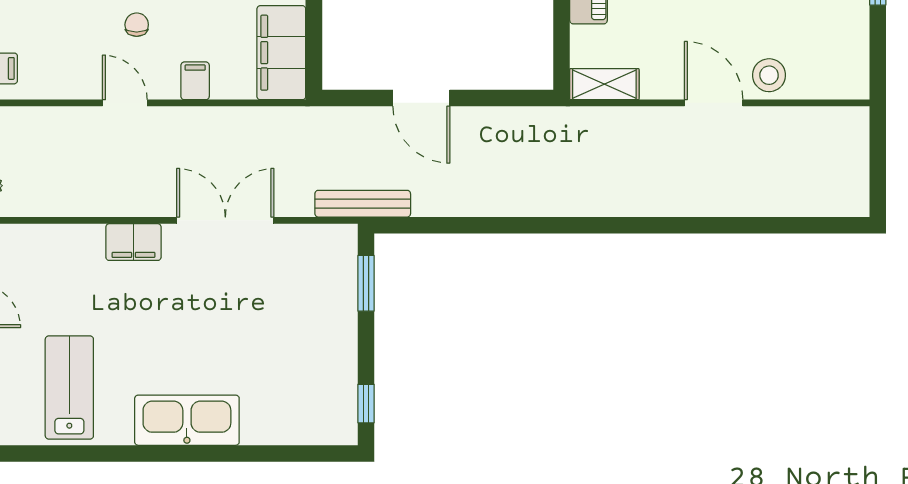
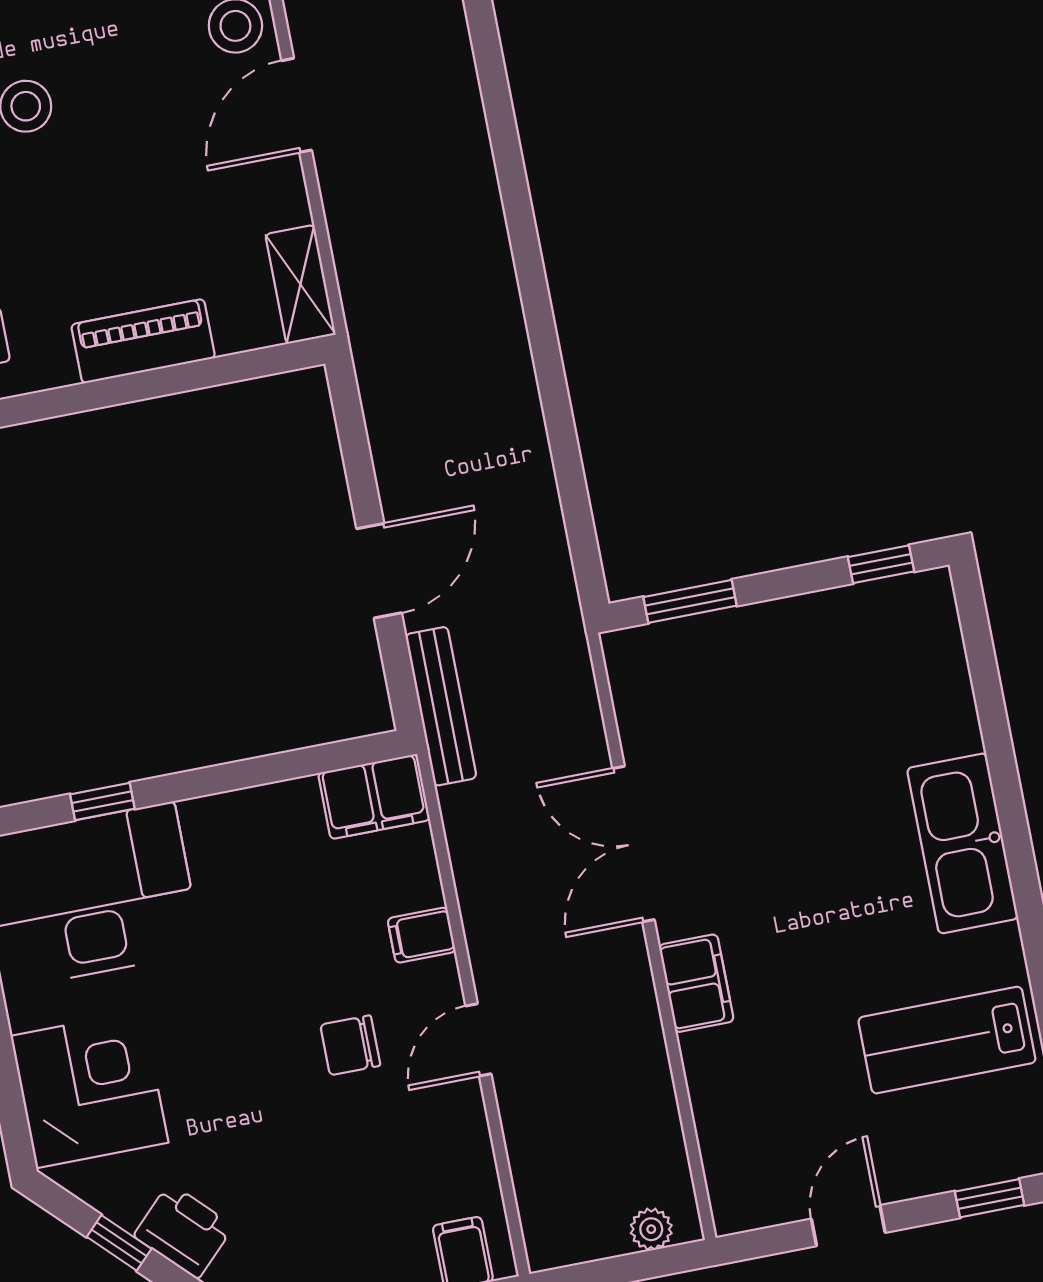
chair: (137, 25) -> (350, 1045), width x1.37, depth x1.37
filing cabinet: (281, 53) -> (374, 797), width x0.67, depth x0.86
bench: (363, 204) -> (441, 706), moved

